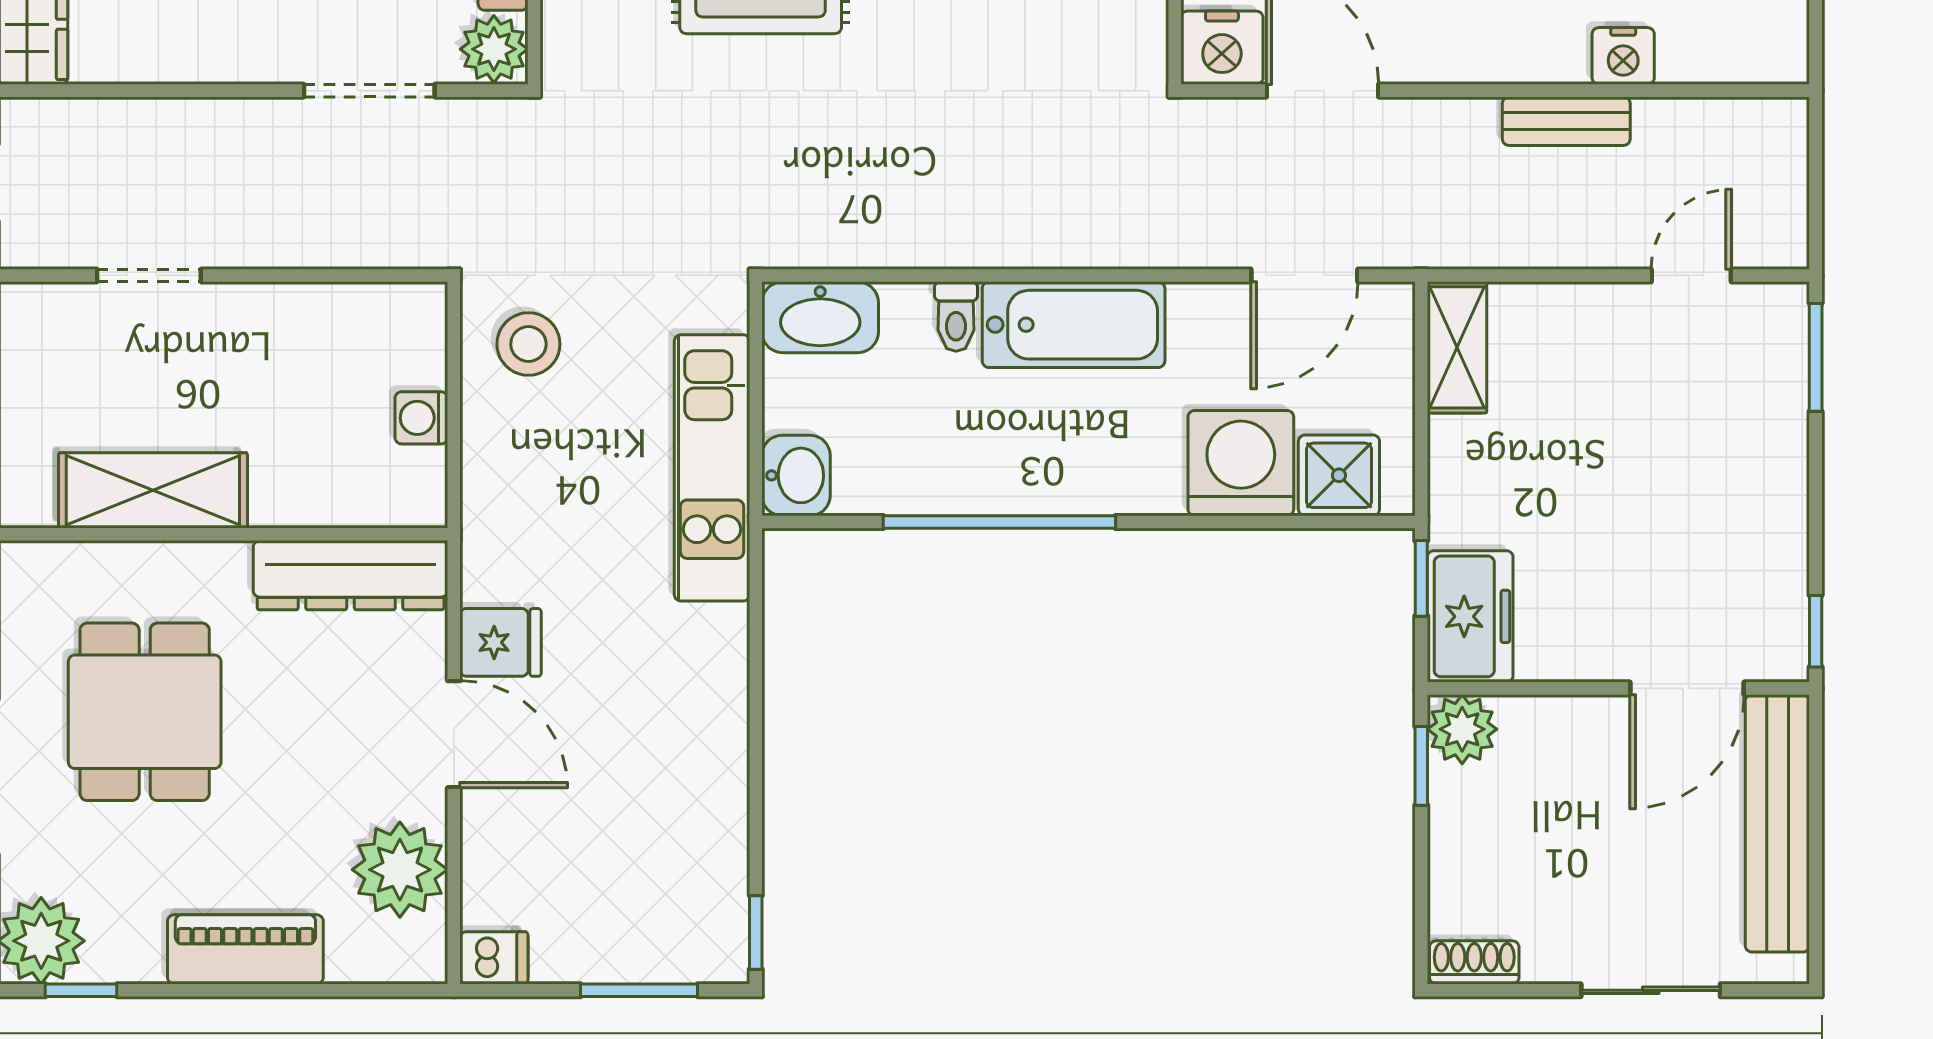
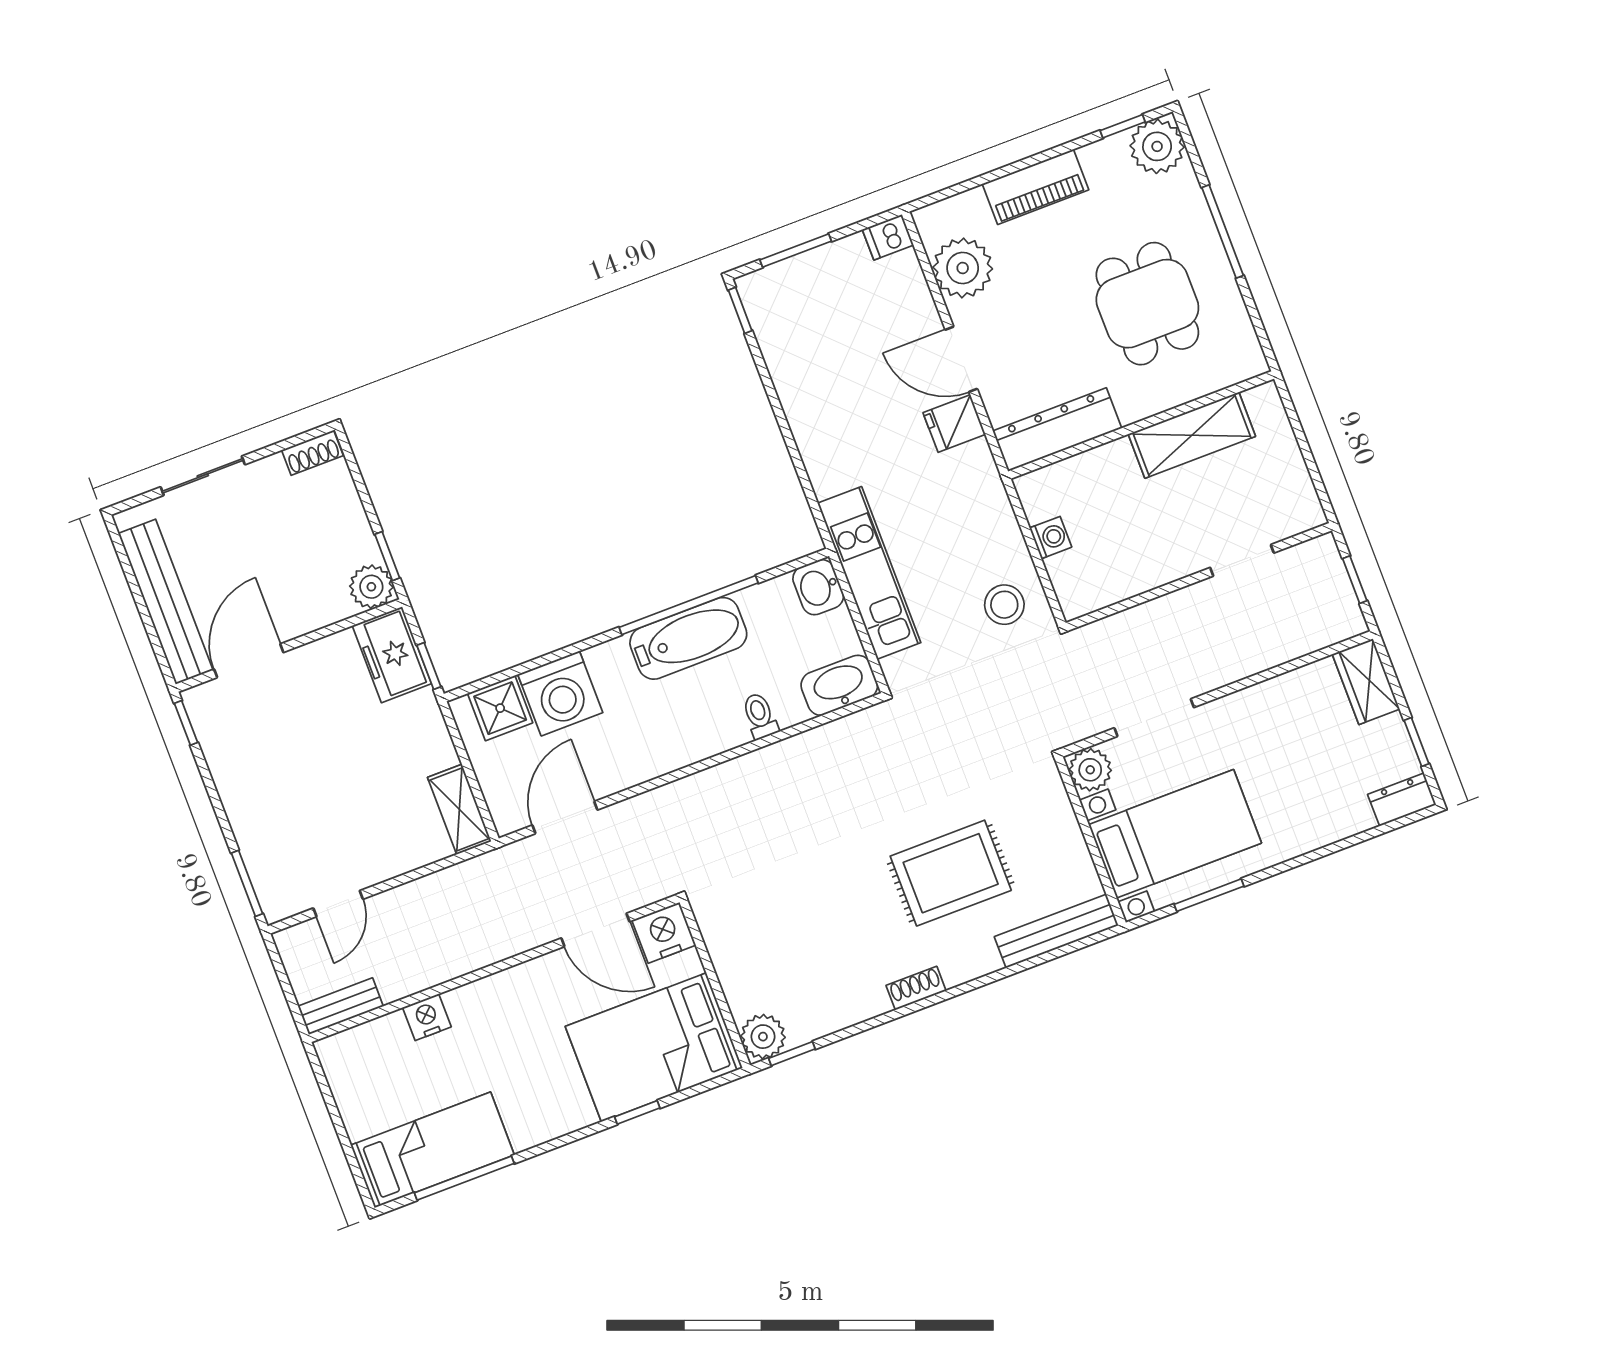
bench: (1566, 121) -> (341, 1006), moved
bathtub: (1074, 325) -> (688, 638), moved, turned 180

